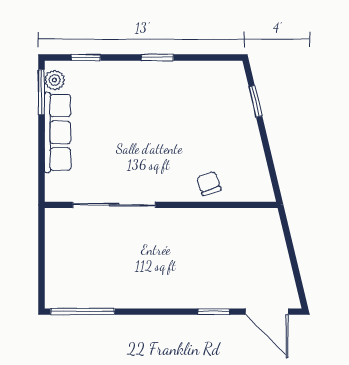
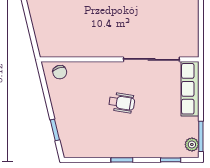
row of seats: (58, 132) -> (190, 89), moved
wheelchair: (157, 141) -> (122, 103), added
chair: (209, 183) -> (60, 72), moved

